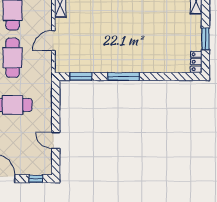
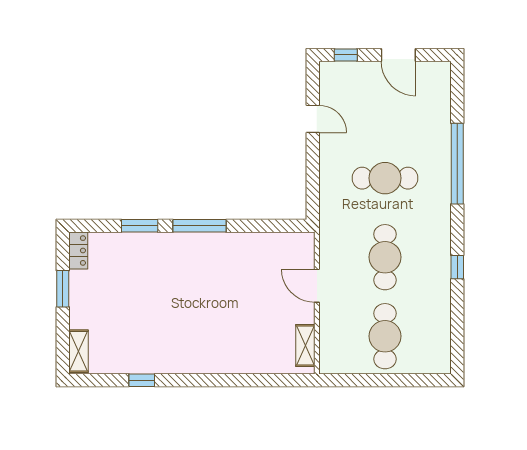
door: (53, 41) -> (317, 286), swing flipped
window: (81, 77) -> (140, 226), moved

